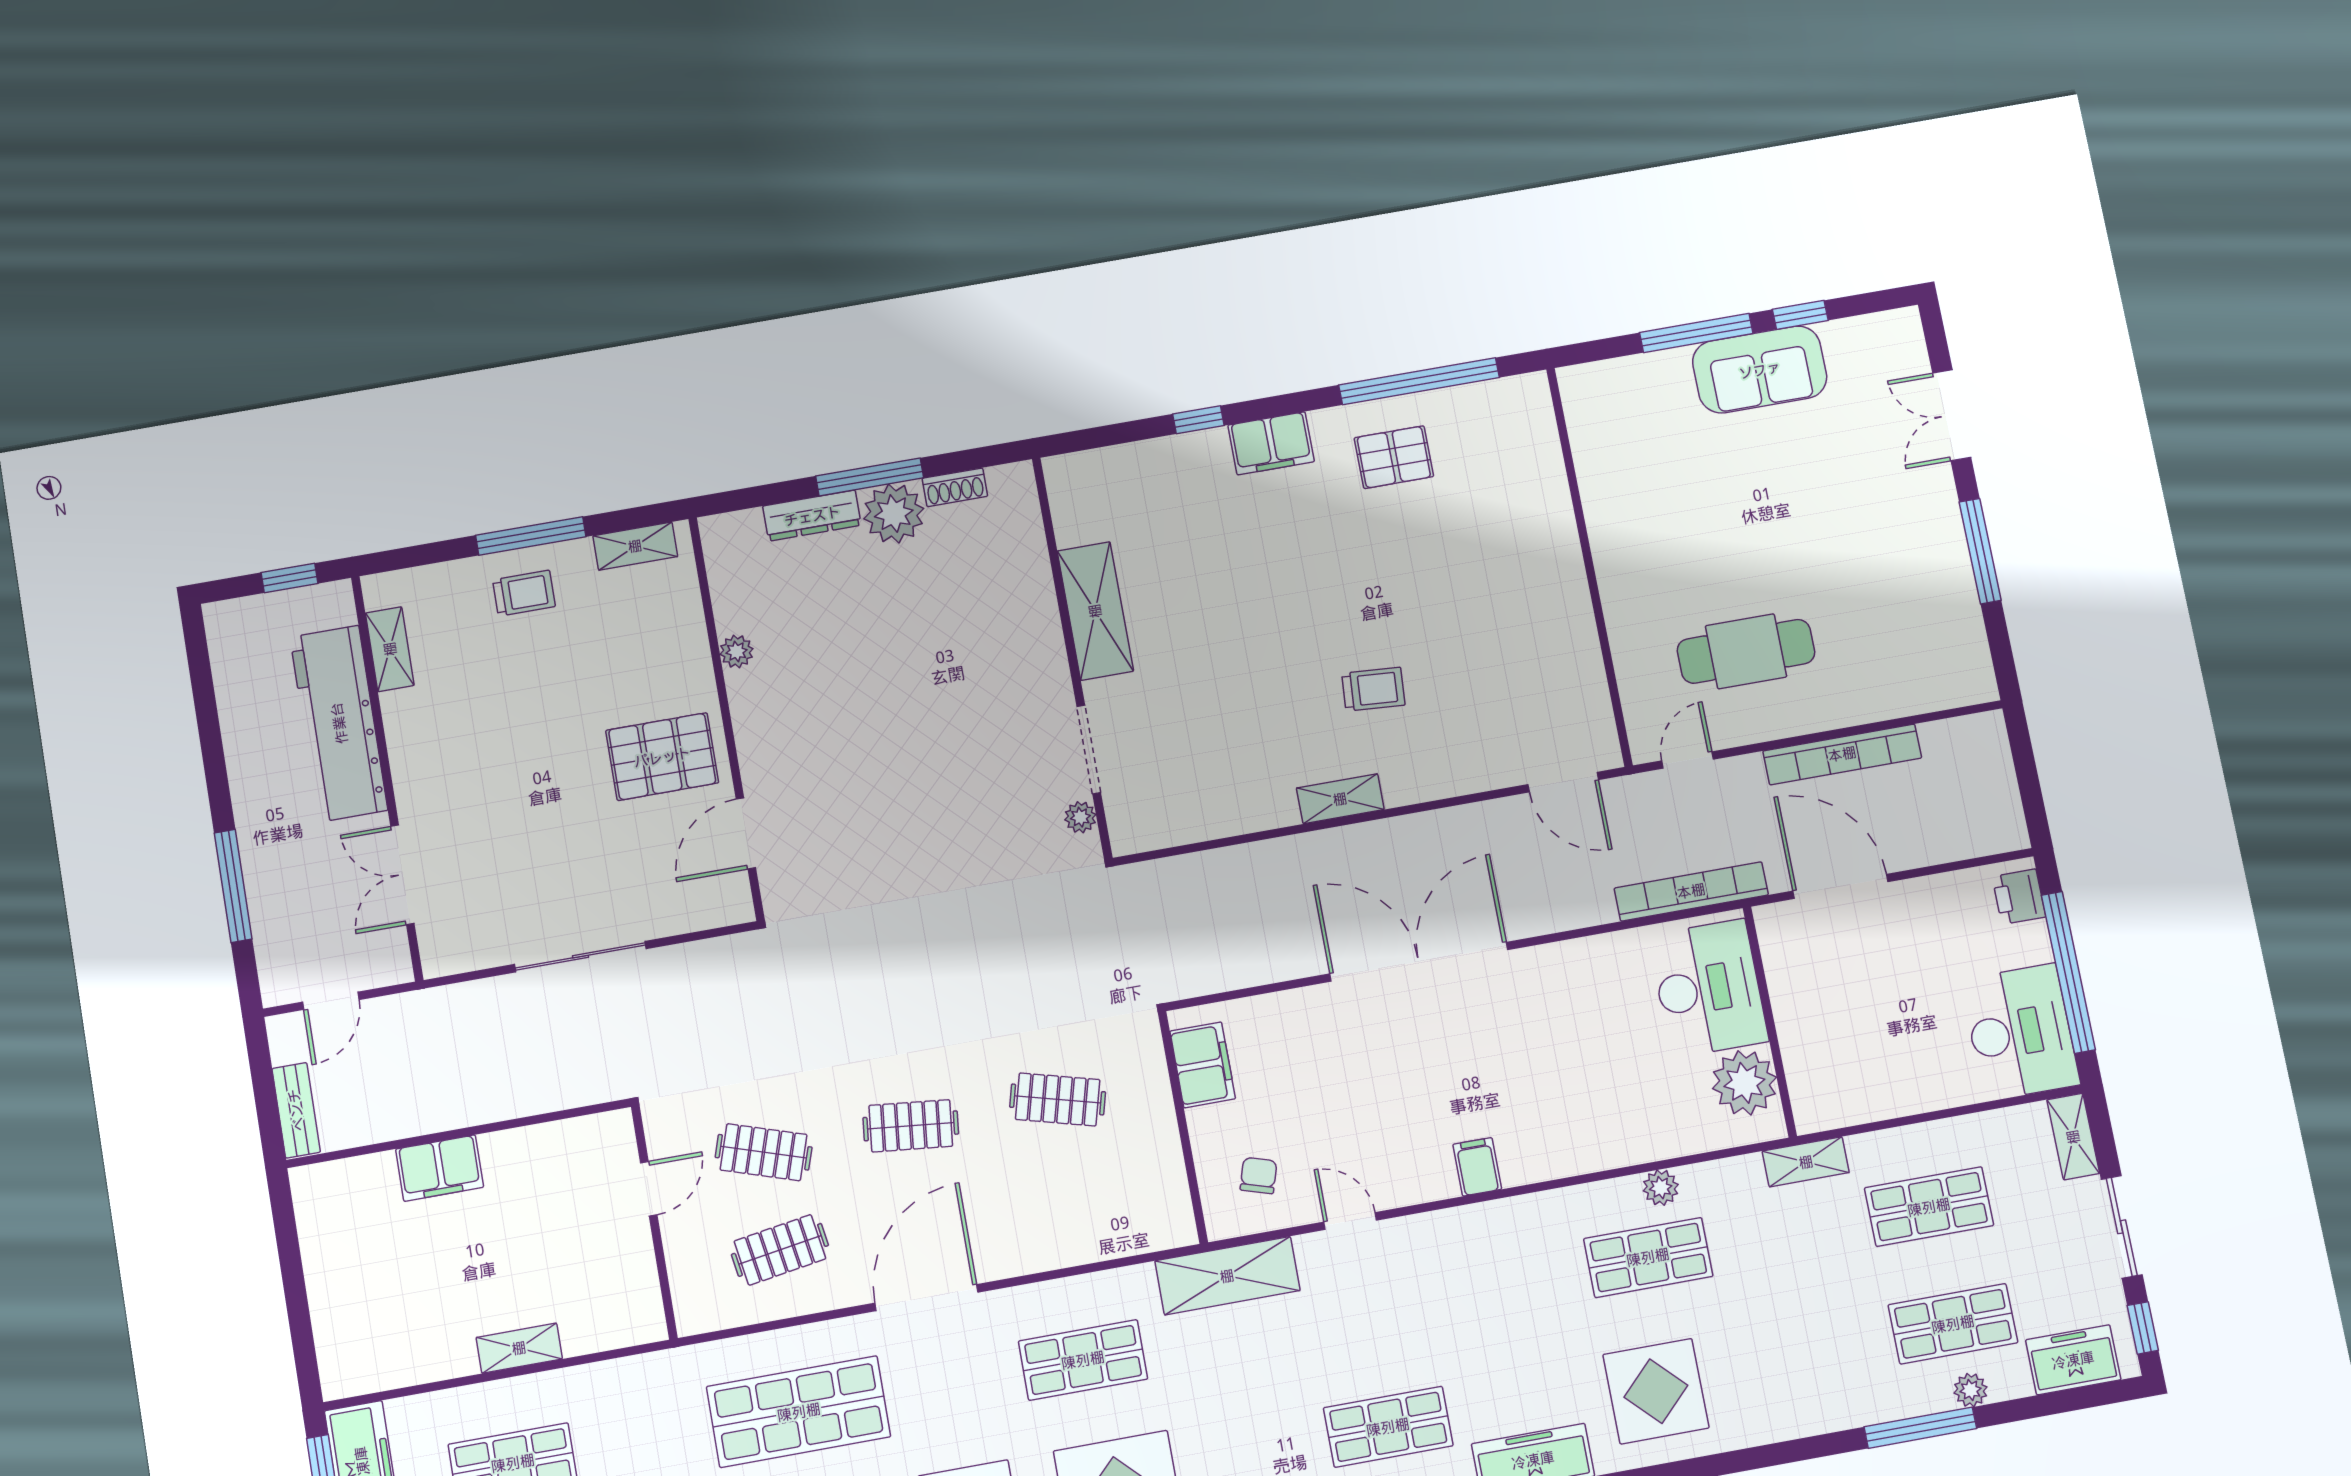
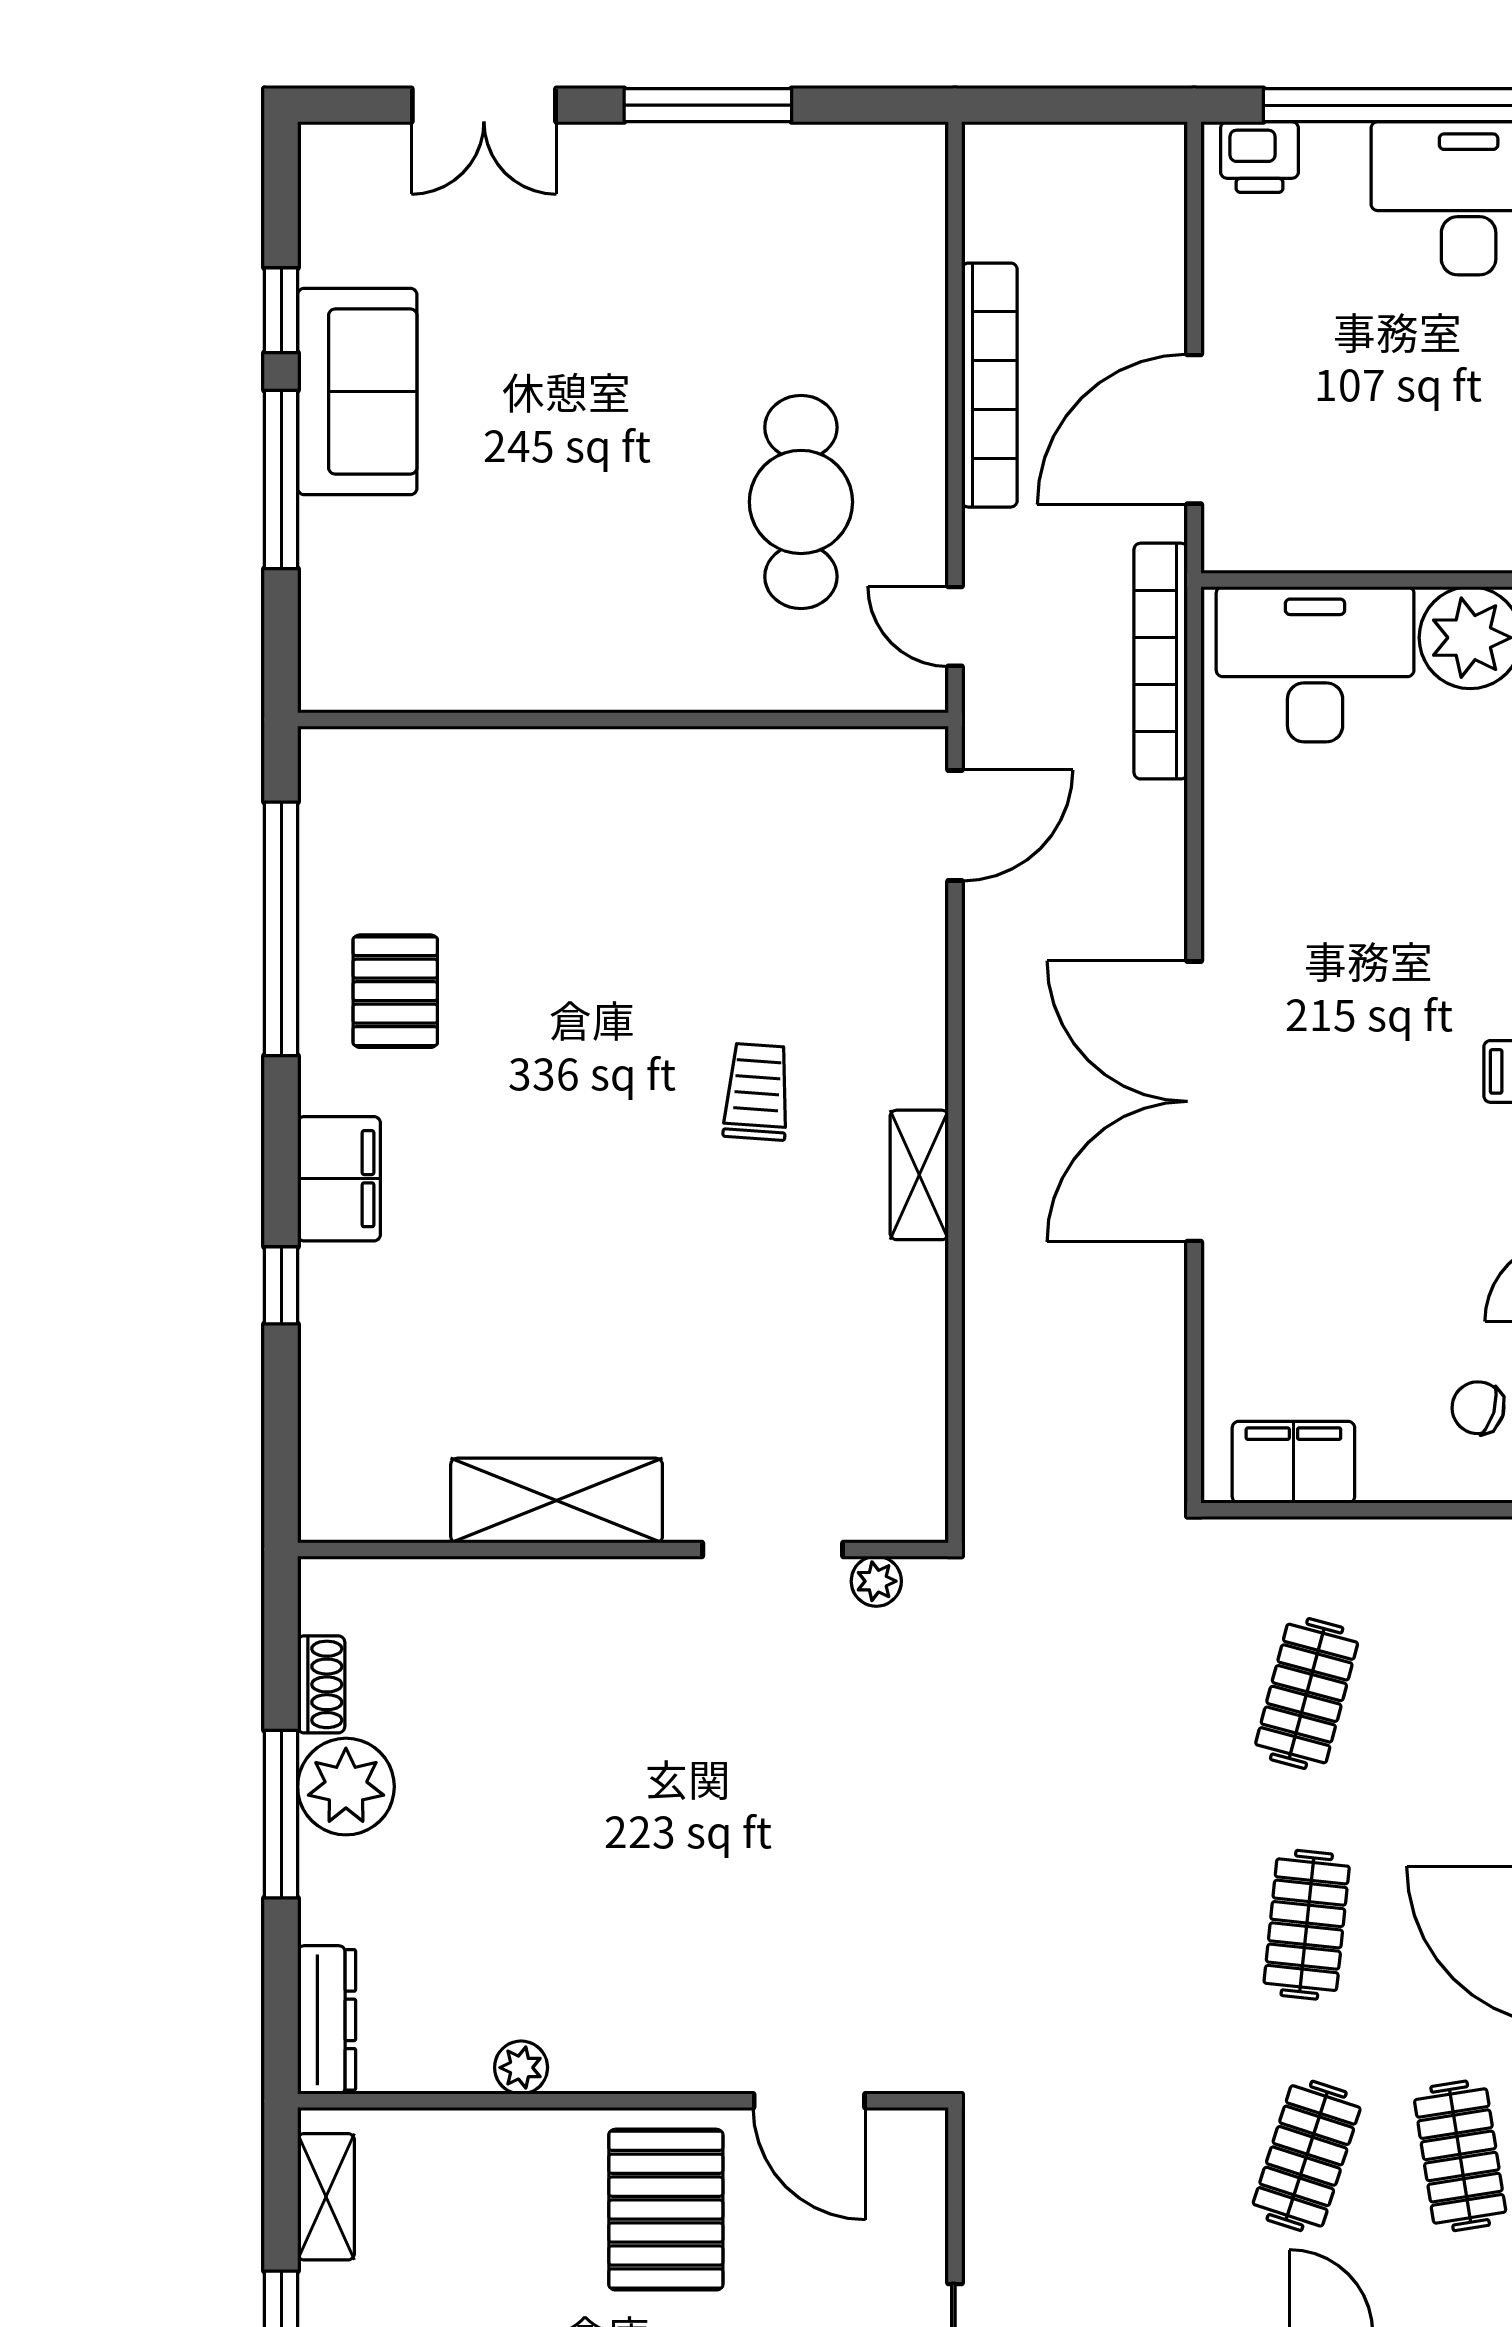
dresser: (812, 516) -> (327, 2020), moved

